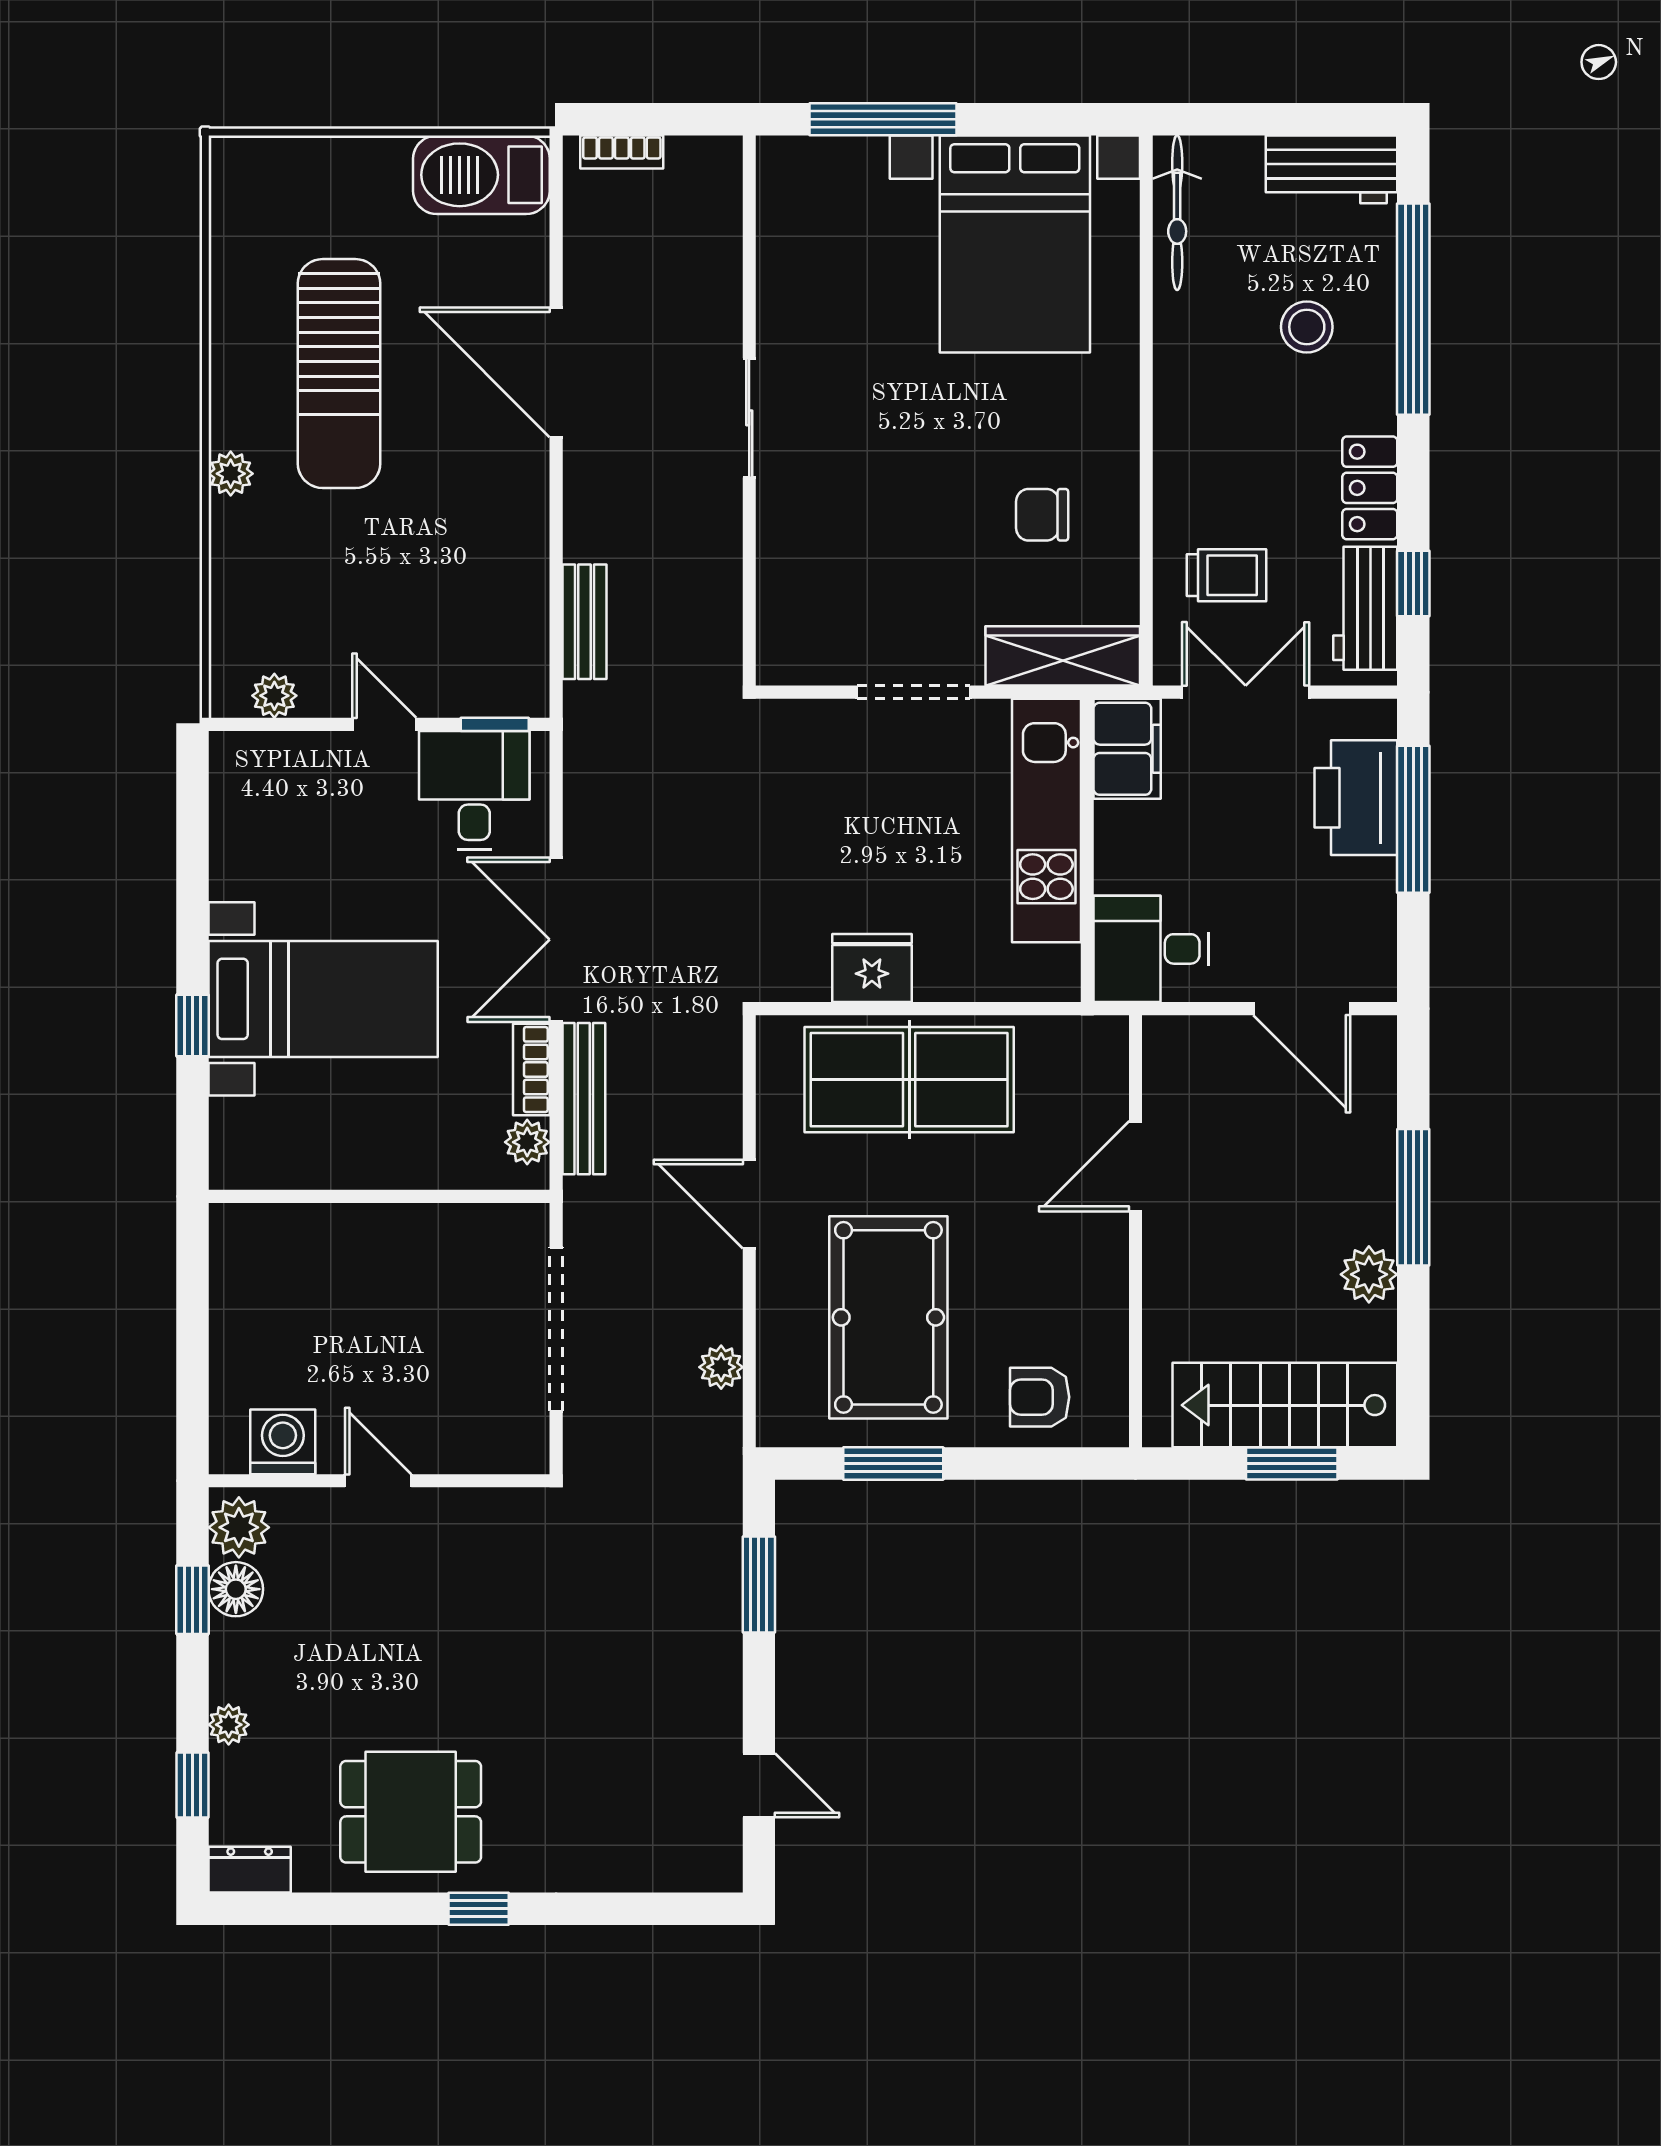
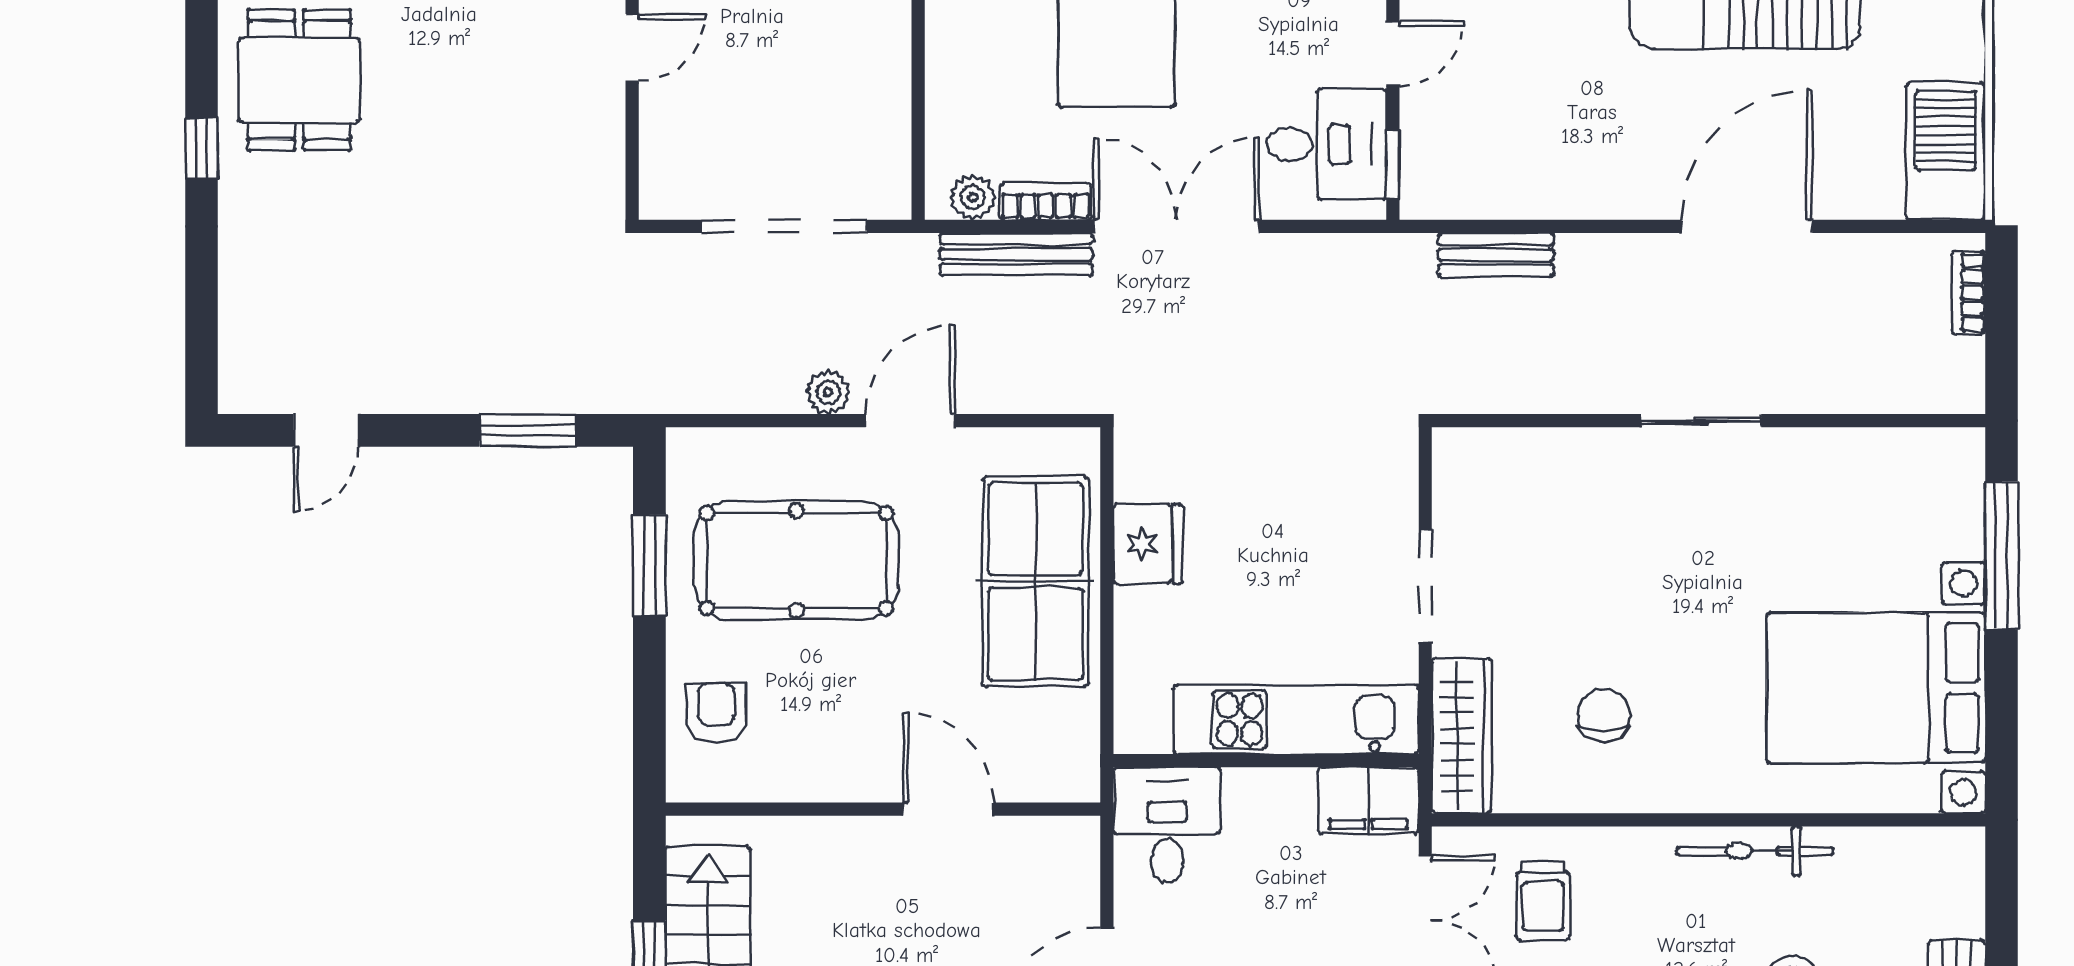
bicycle: (1177, 213) -> (1755, 851), moved
plant: (721, 1367) -> (828, 392), moved

